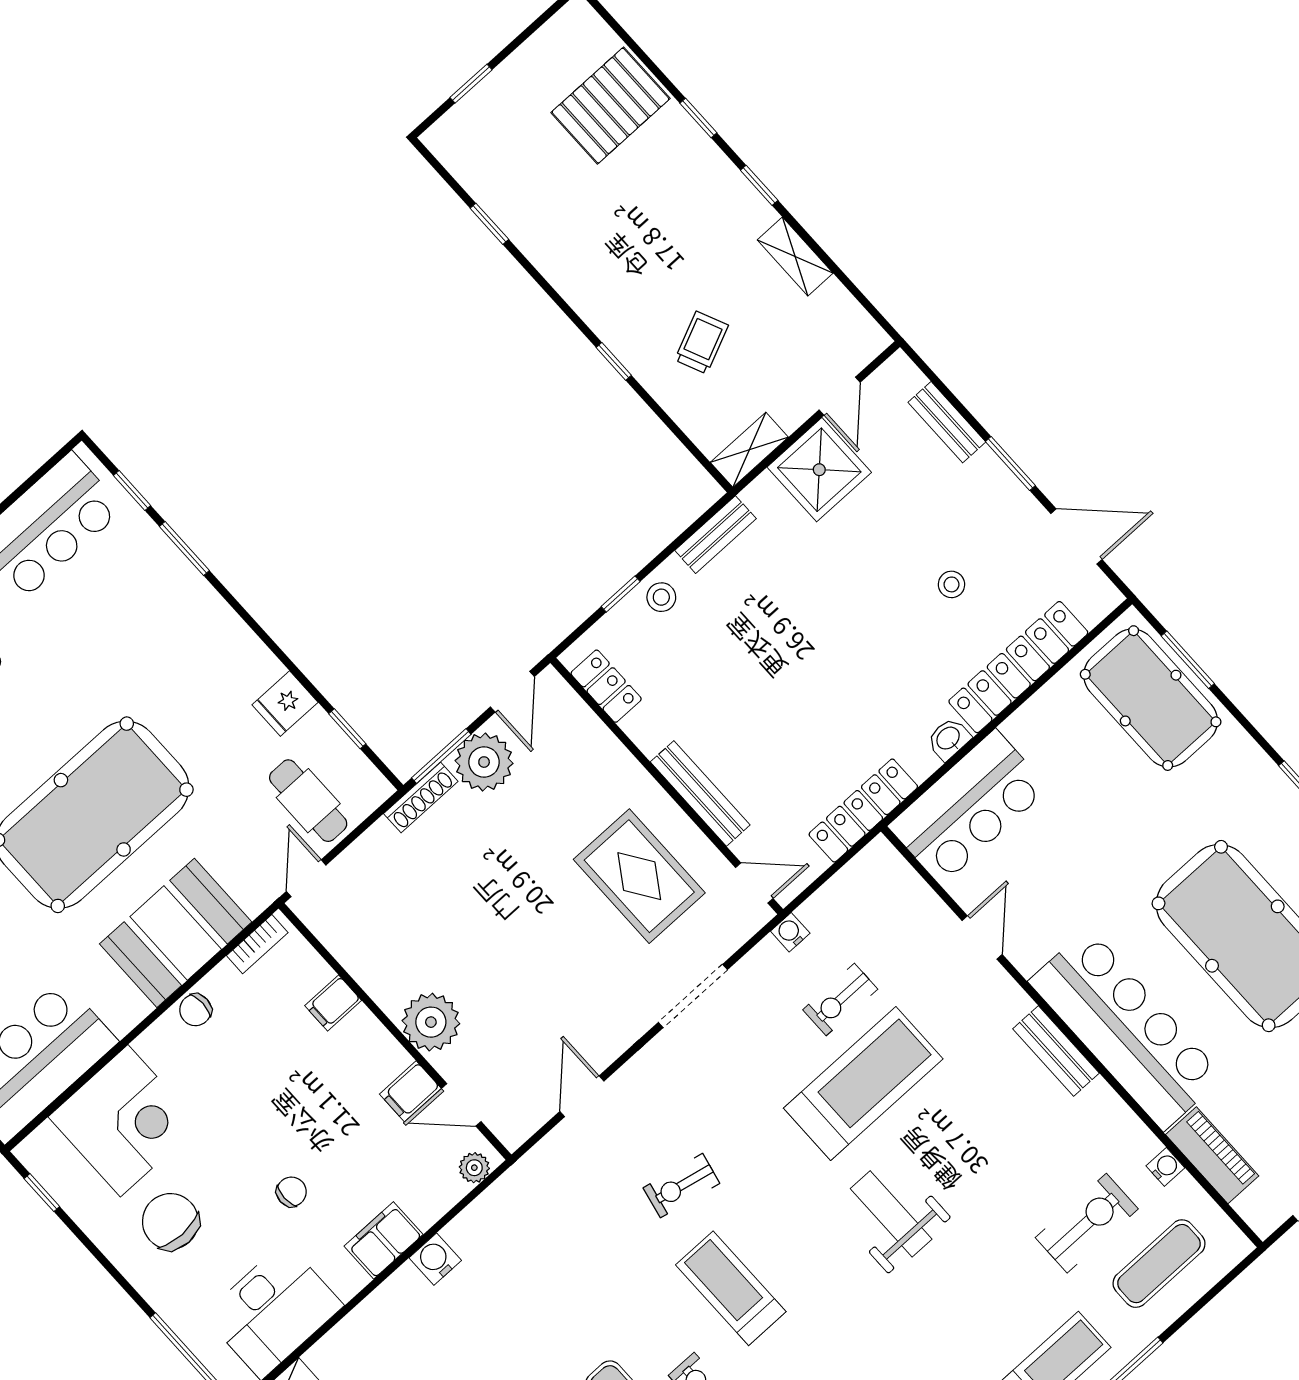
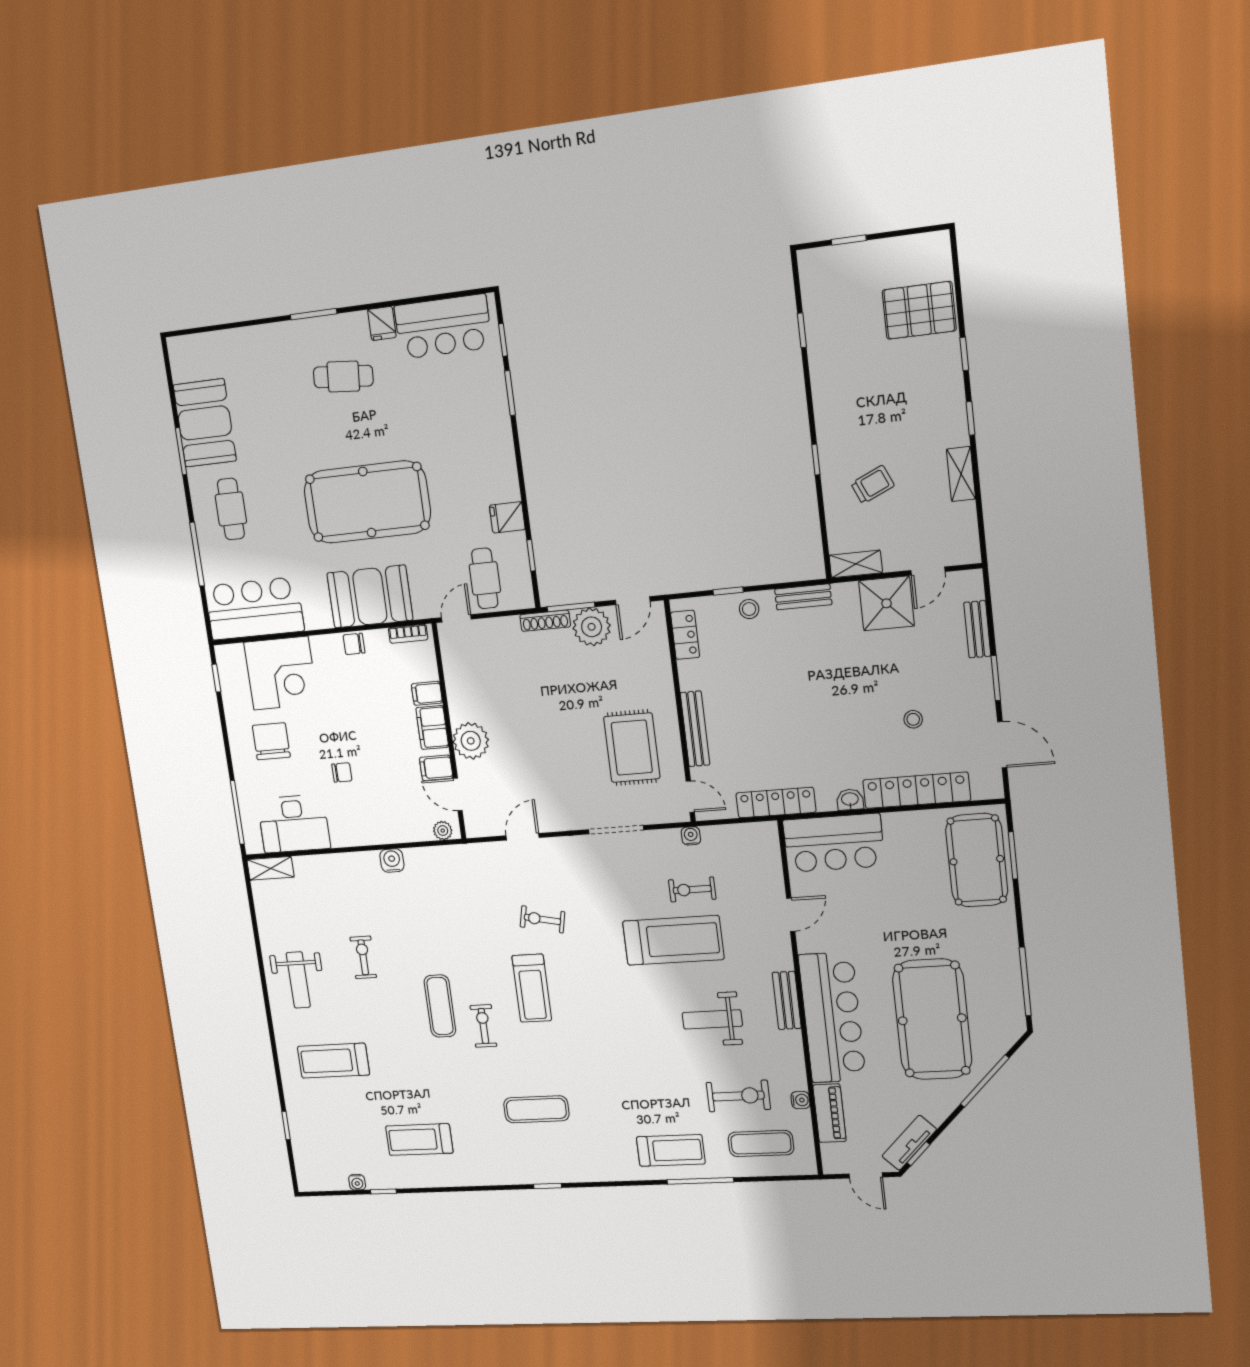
weight bench: (891, 1214) -> (712, 1019), moved, turned -90
filing cabinet: (384, 1240) -> (432, 727), moved, turned -90
treadmill: (731, 1288) -> (532, 988), turned 180

